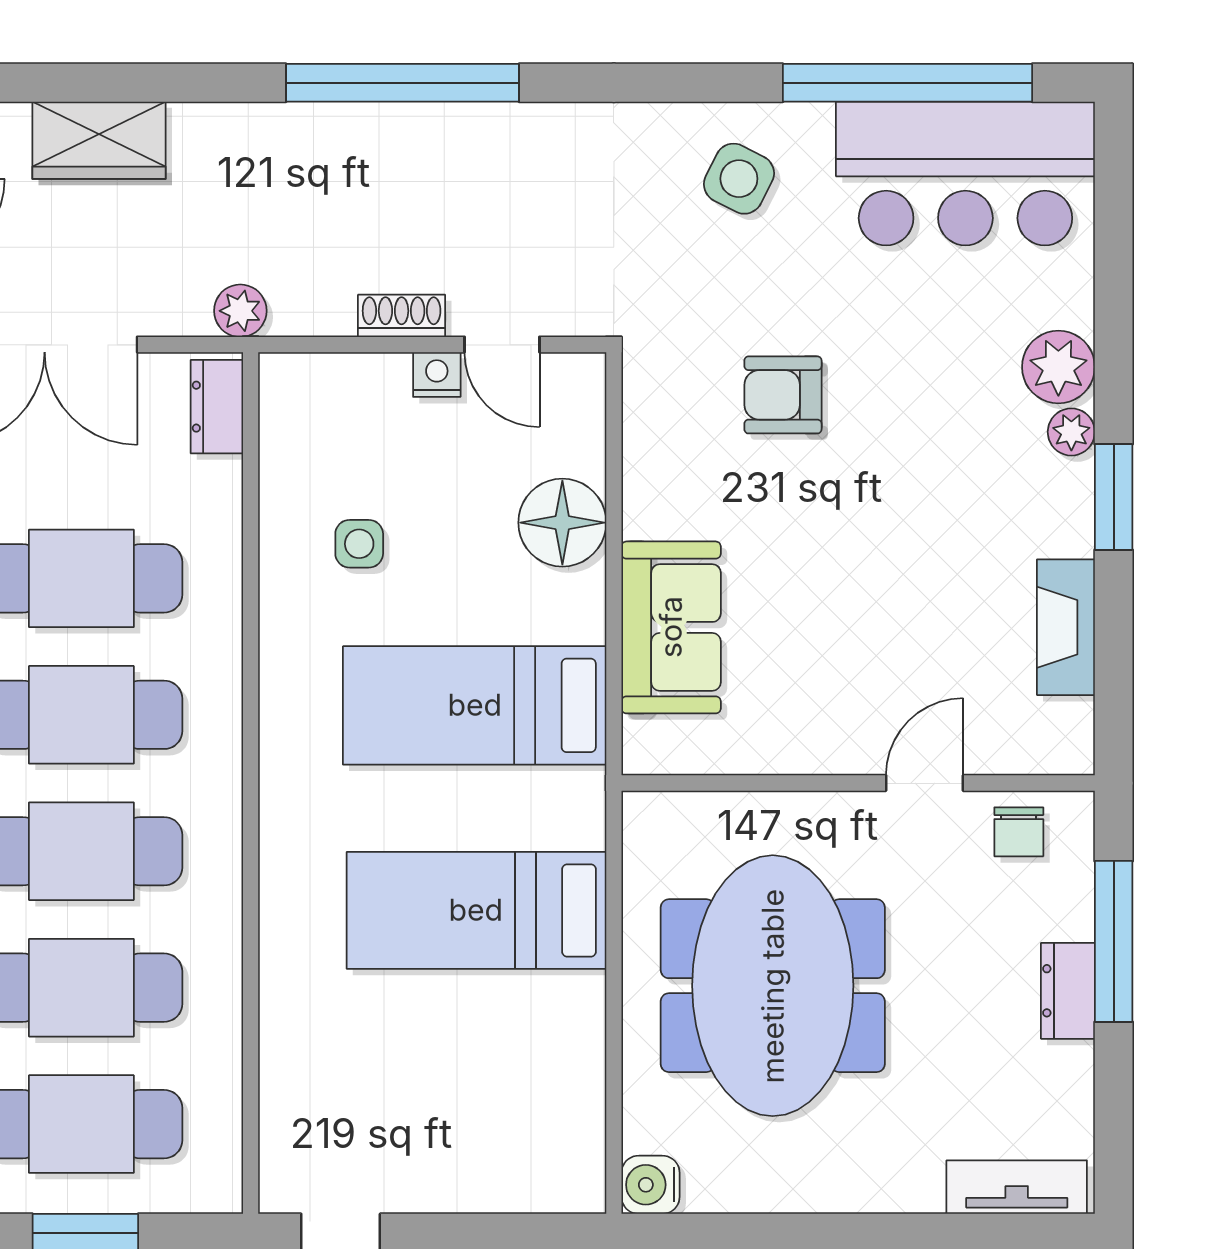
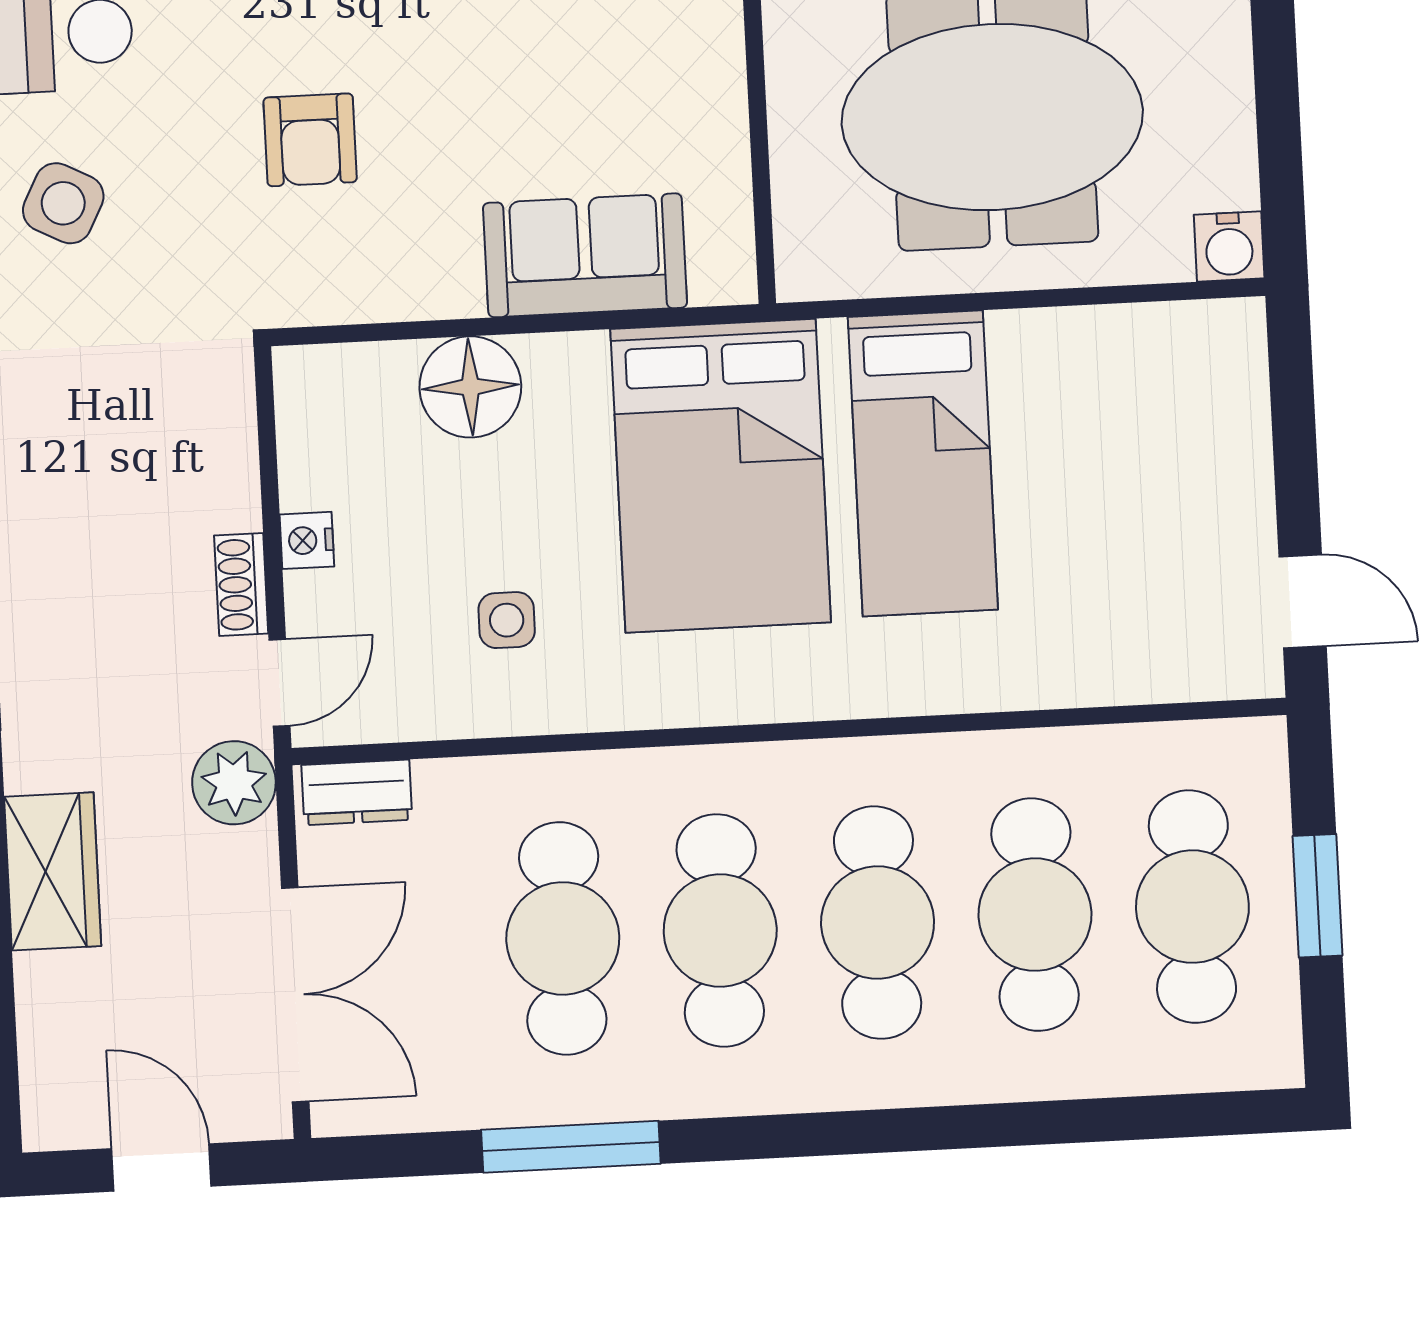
wardrobe: (99, 140) -> (53, 871), moved
plant: (240, 311) -> (234, 783), width x1.38, depth x1.38
door: (502, 345) -> (279, 683), moved
bed: (475, 705) -> (721, 476), width x1.50

